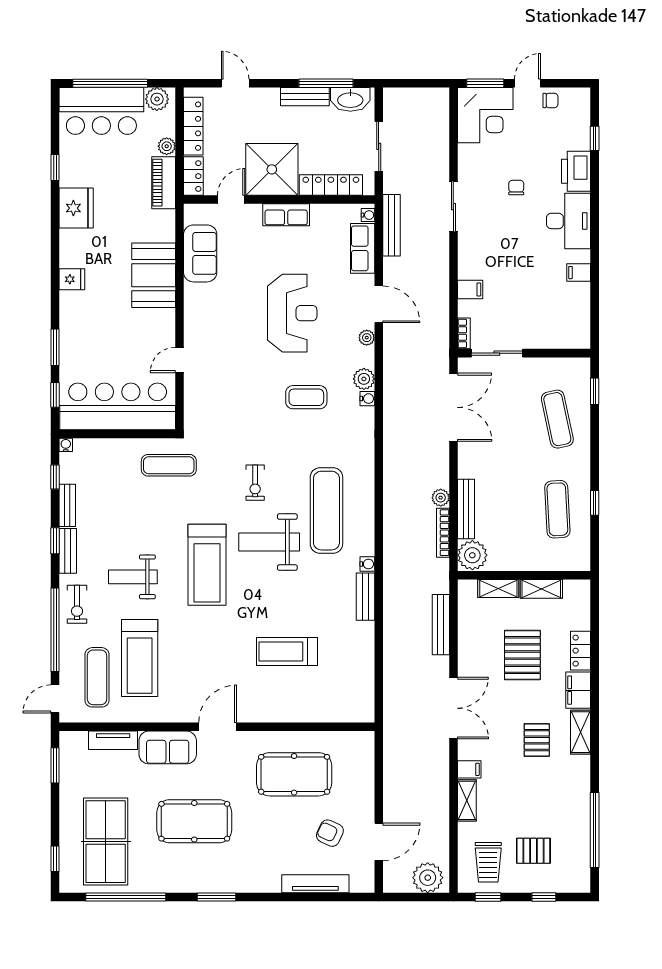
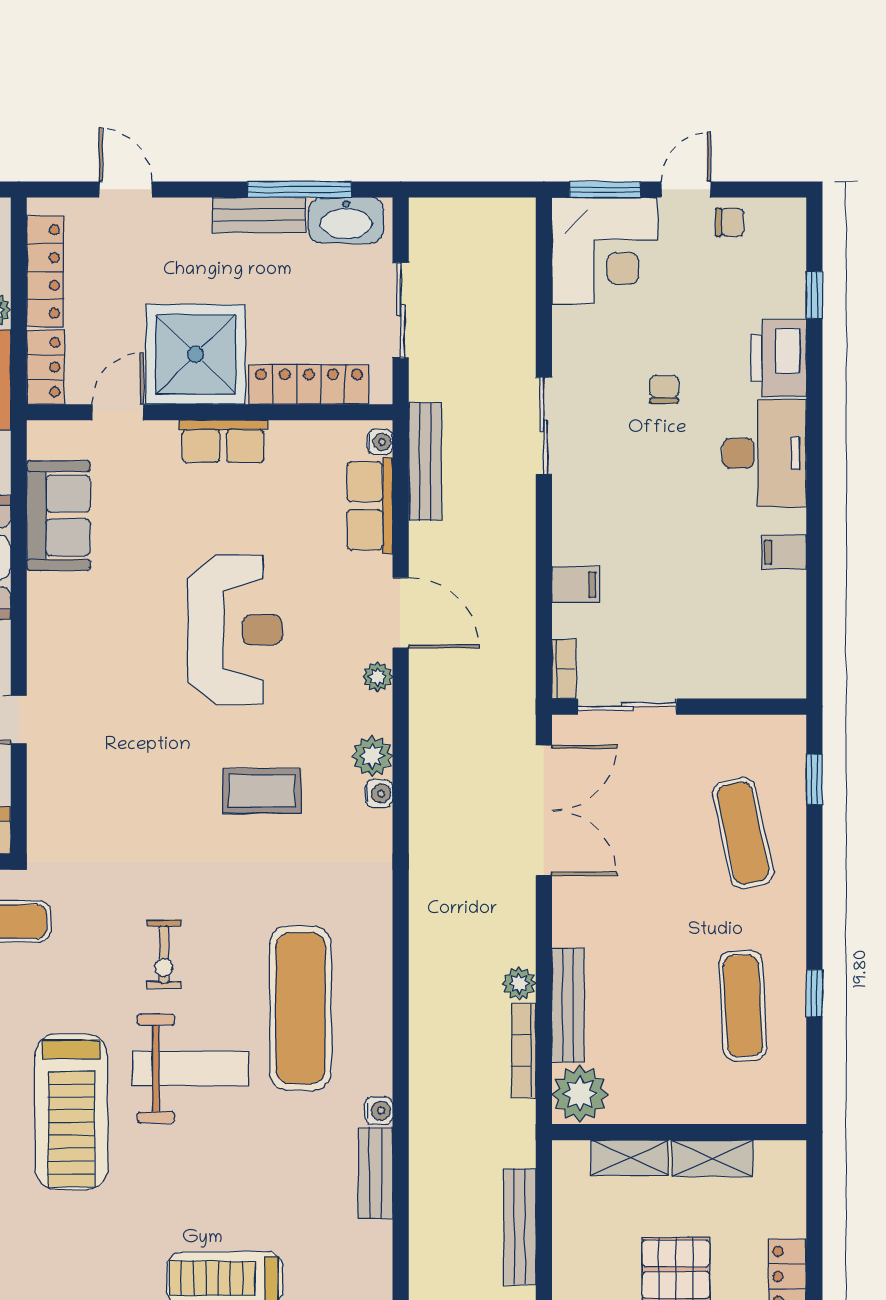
weight bench: (269, 542) -> (191, 1069), turned 180

